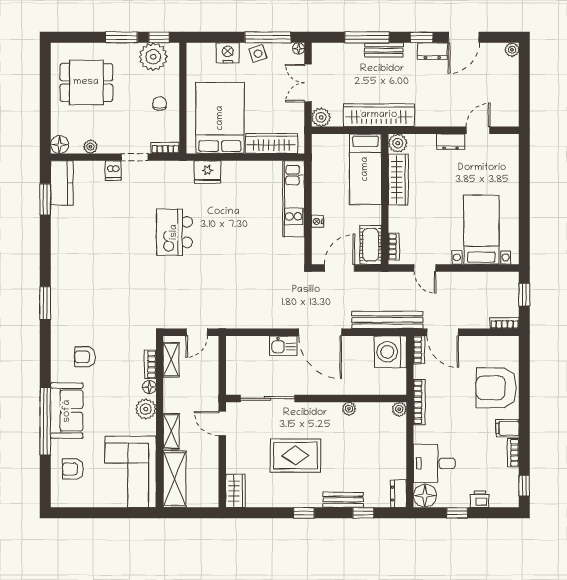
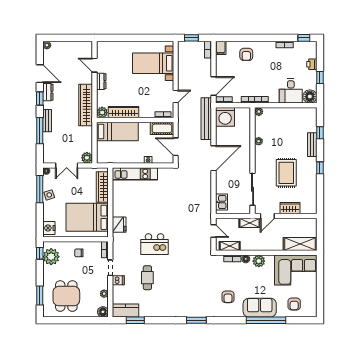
window: (121, 37) -> (40, 295), moved
nightstand: (228, 53) -> (49, 228), moved
wardrobe: (379, 115) -> (86, 105), moved
cafe table: (118, 220) -> (147, 278), added
kitchen sink: (283, 346) -> (221, 202), moved
armchair: (496, 388) -> (246, 54), width x0.53, depth x0.53
filing cabinet: (508, 428) -> (221, 48), moved
shelving: (171, 431) -> (250, 223), moved
wardrobe: (235, 491) -> (290, 208), moved
dresser: (398, 494) -> (309, 112), removed

